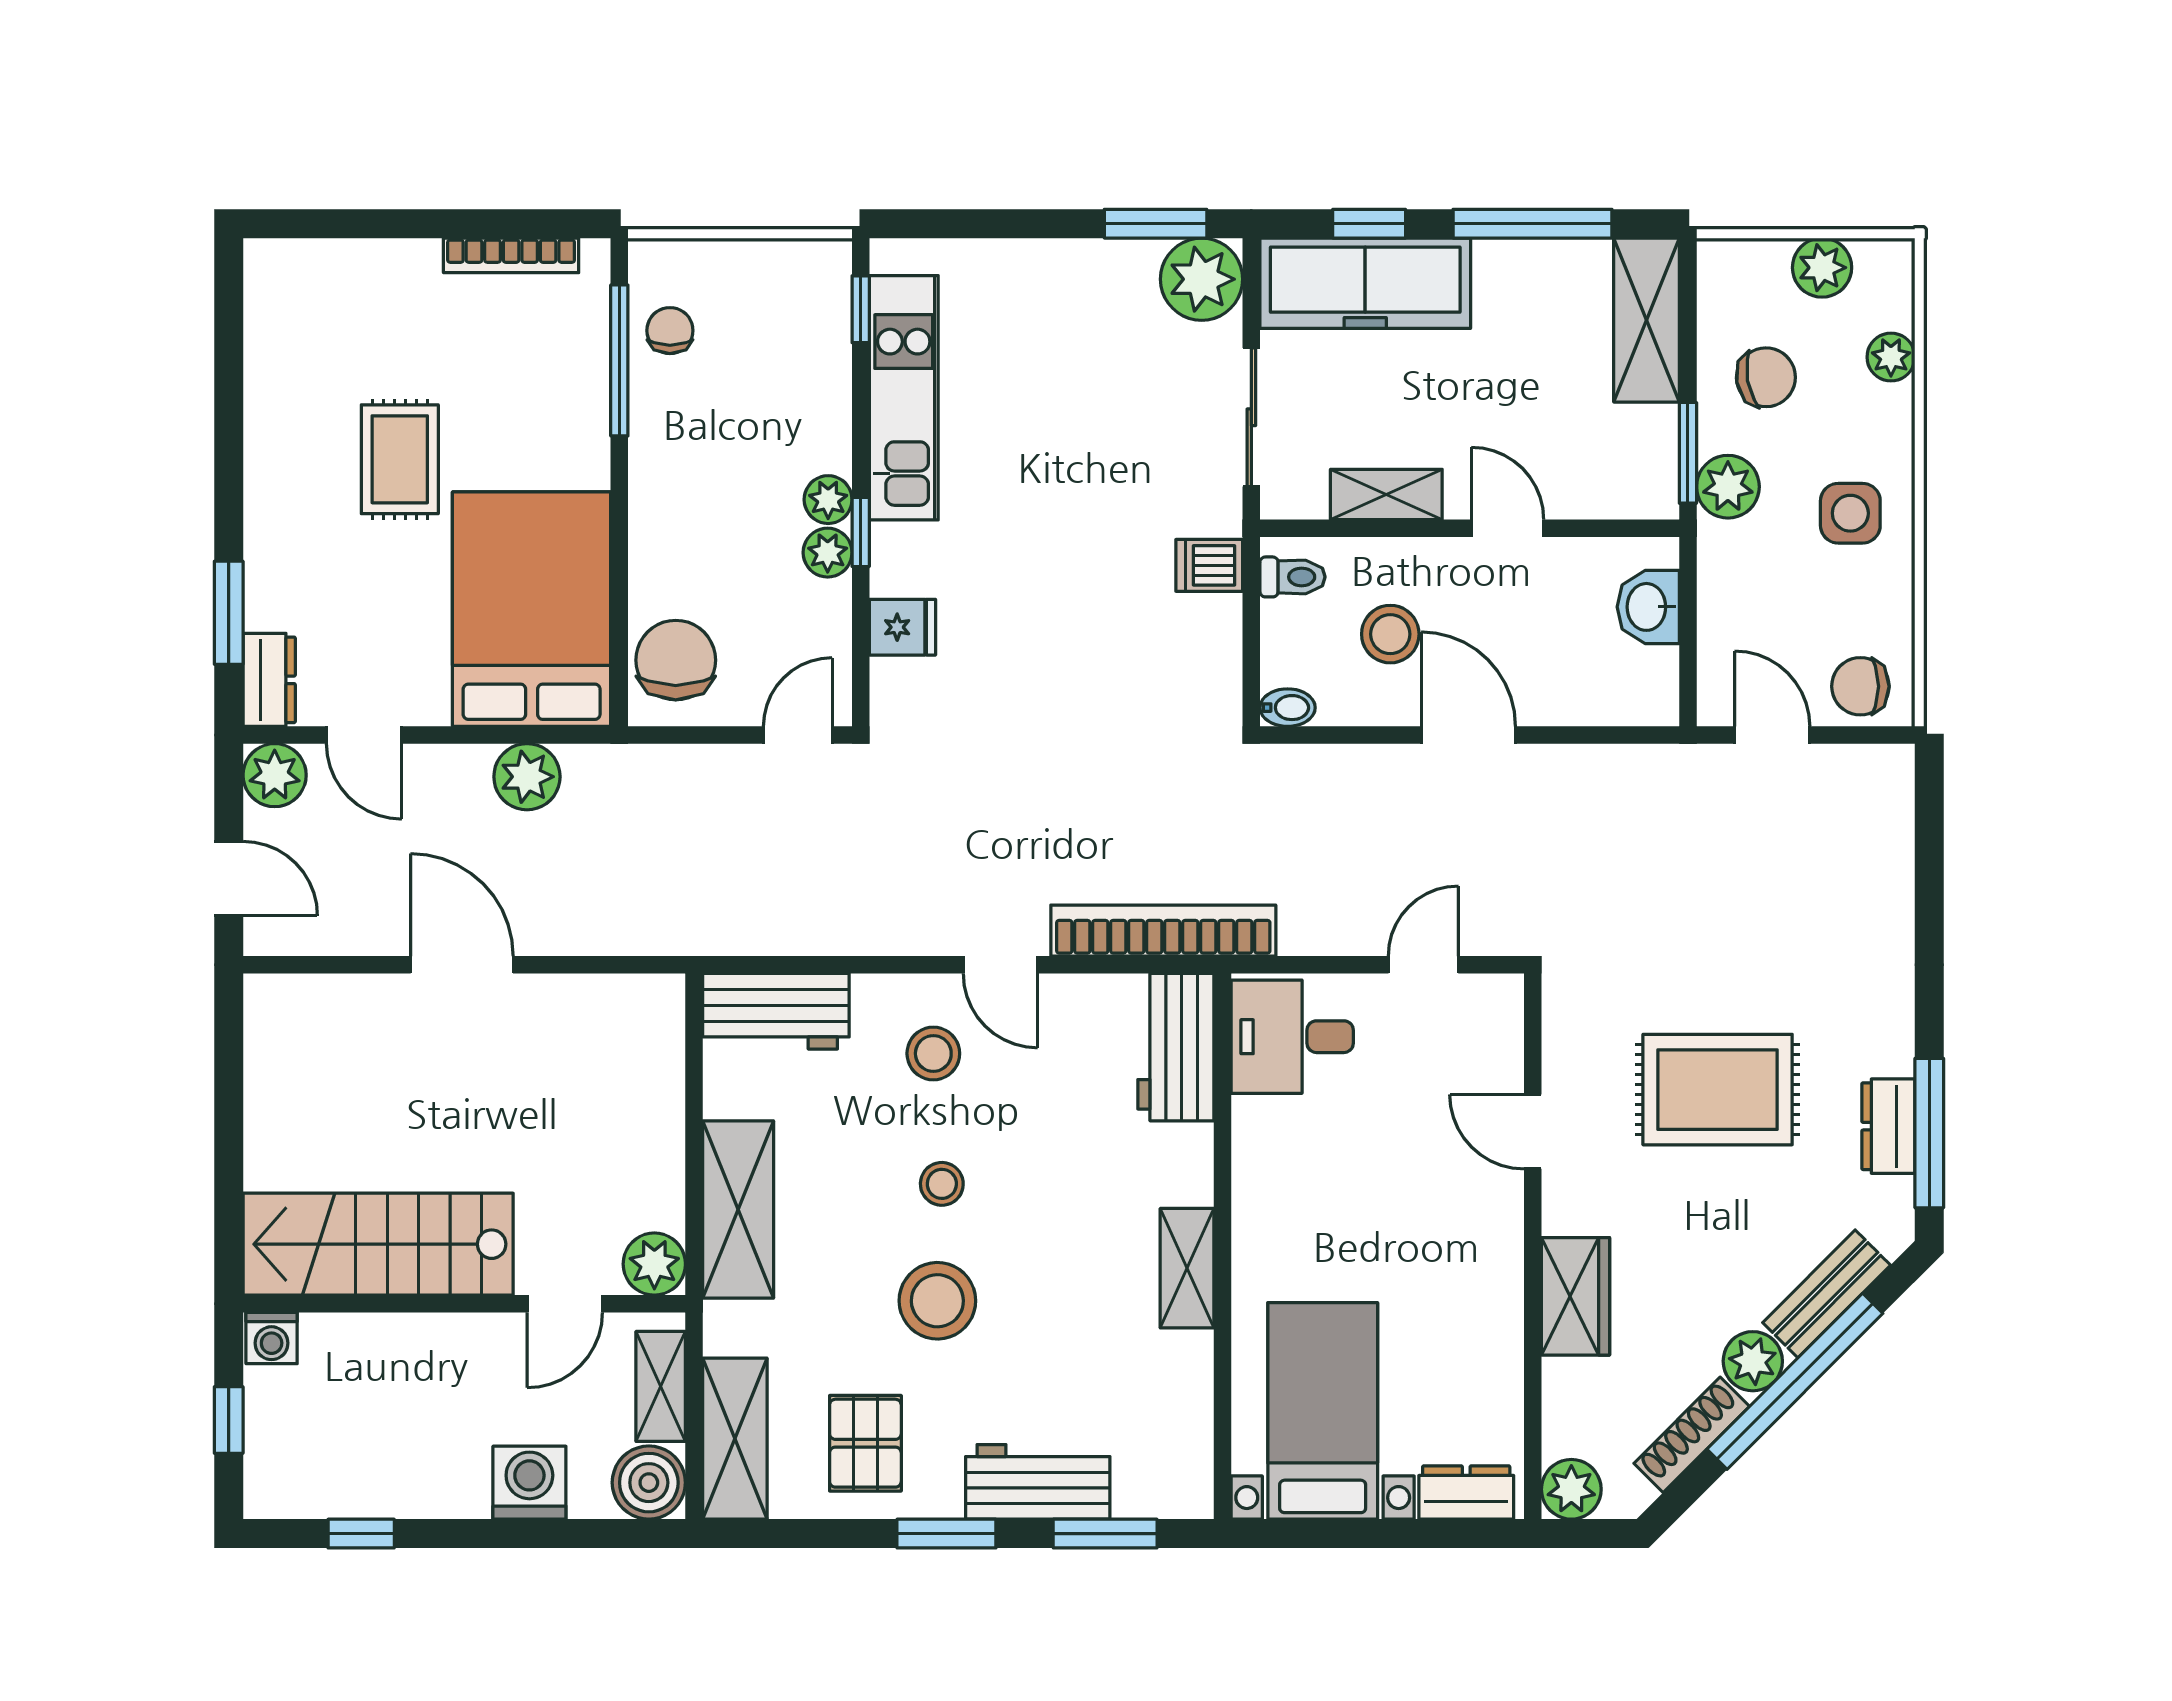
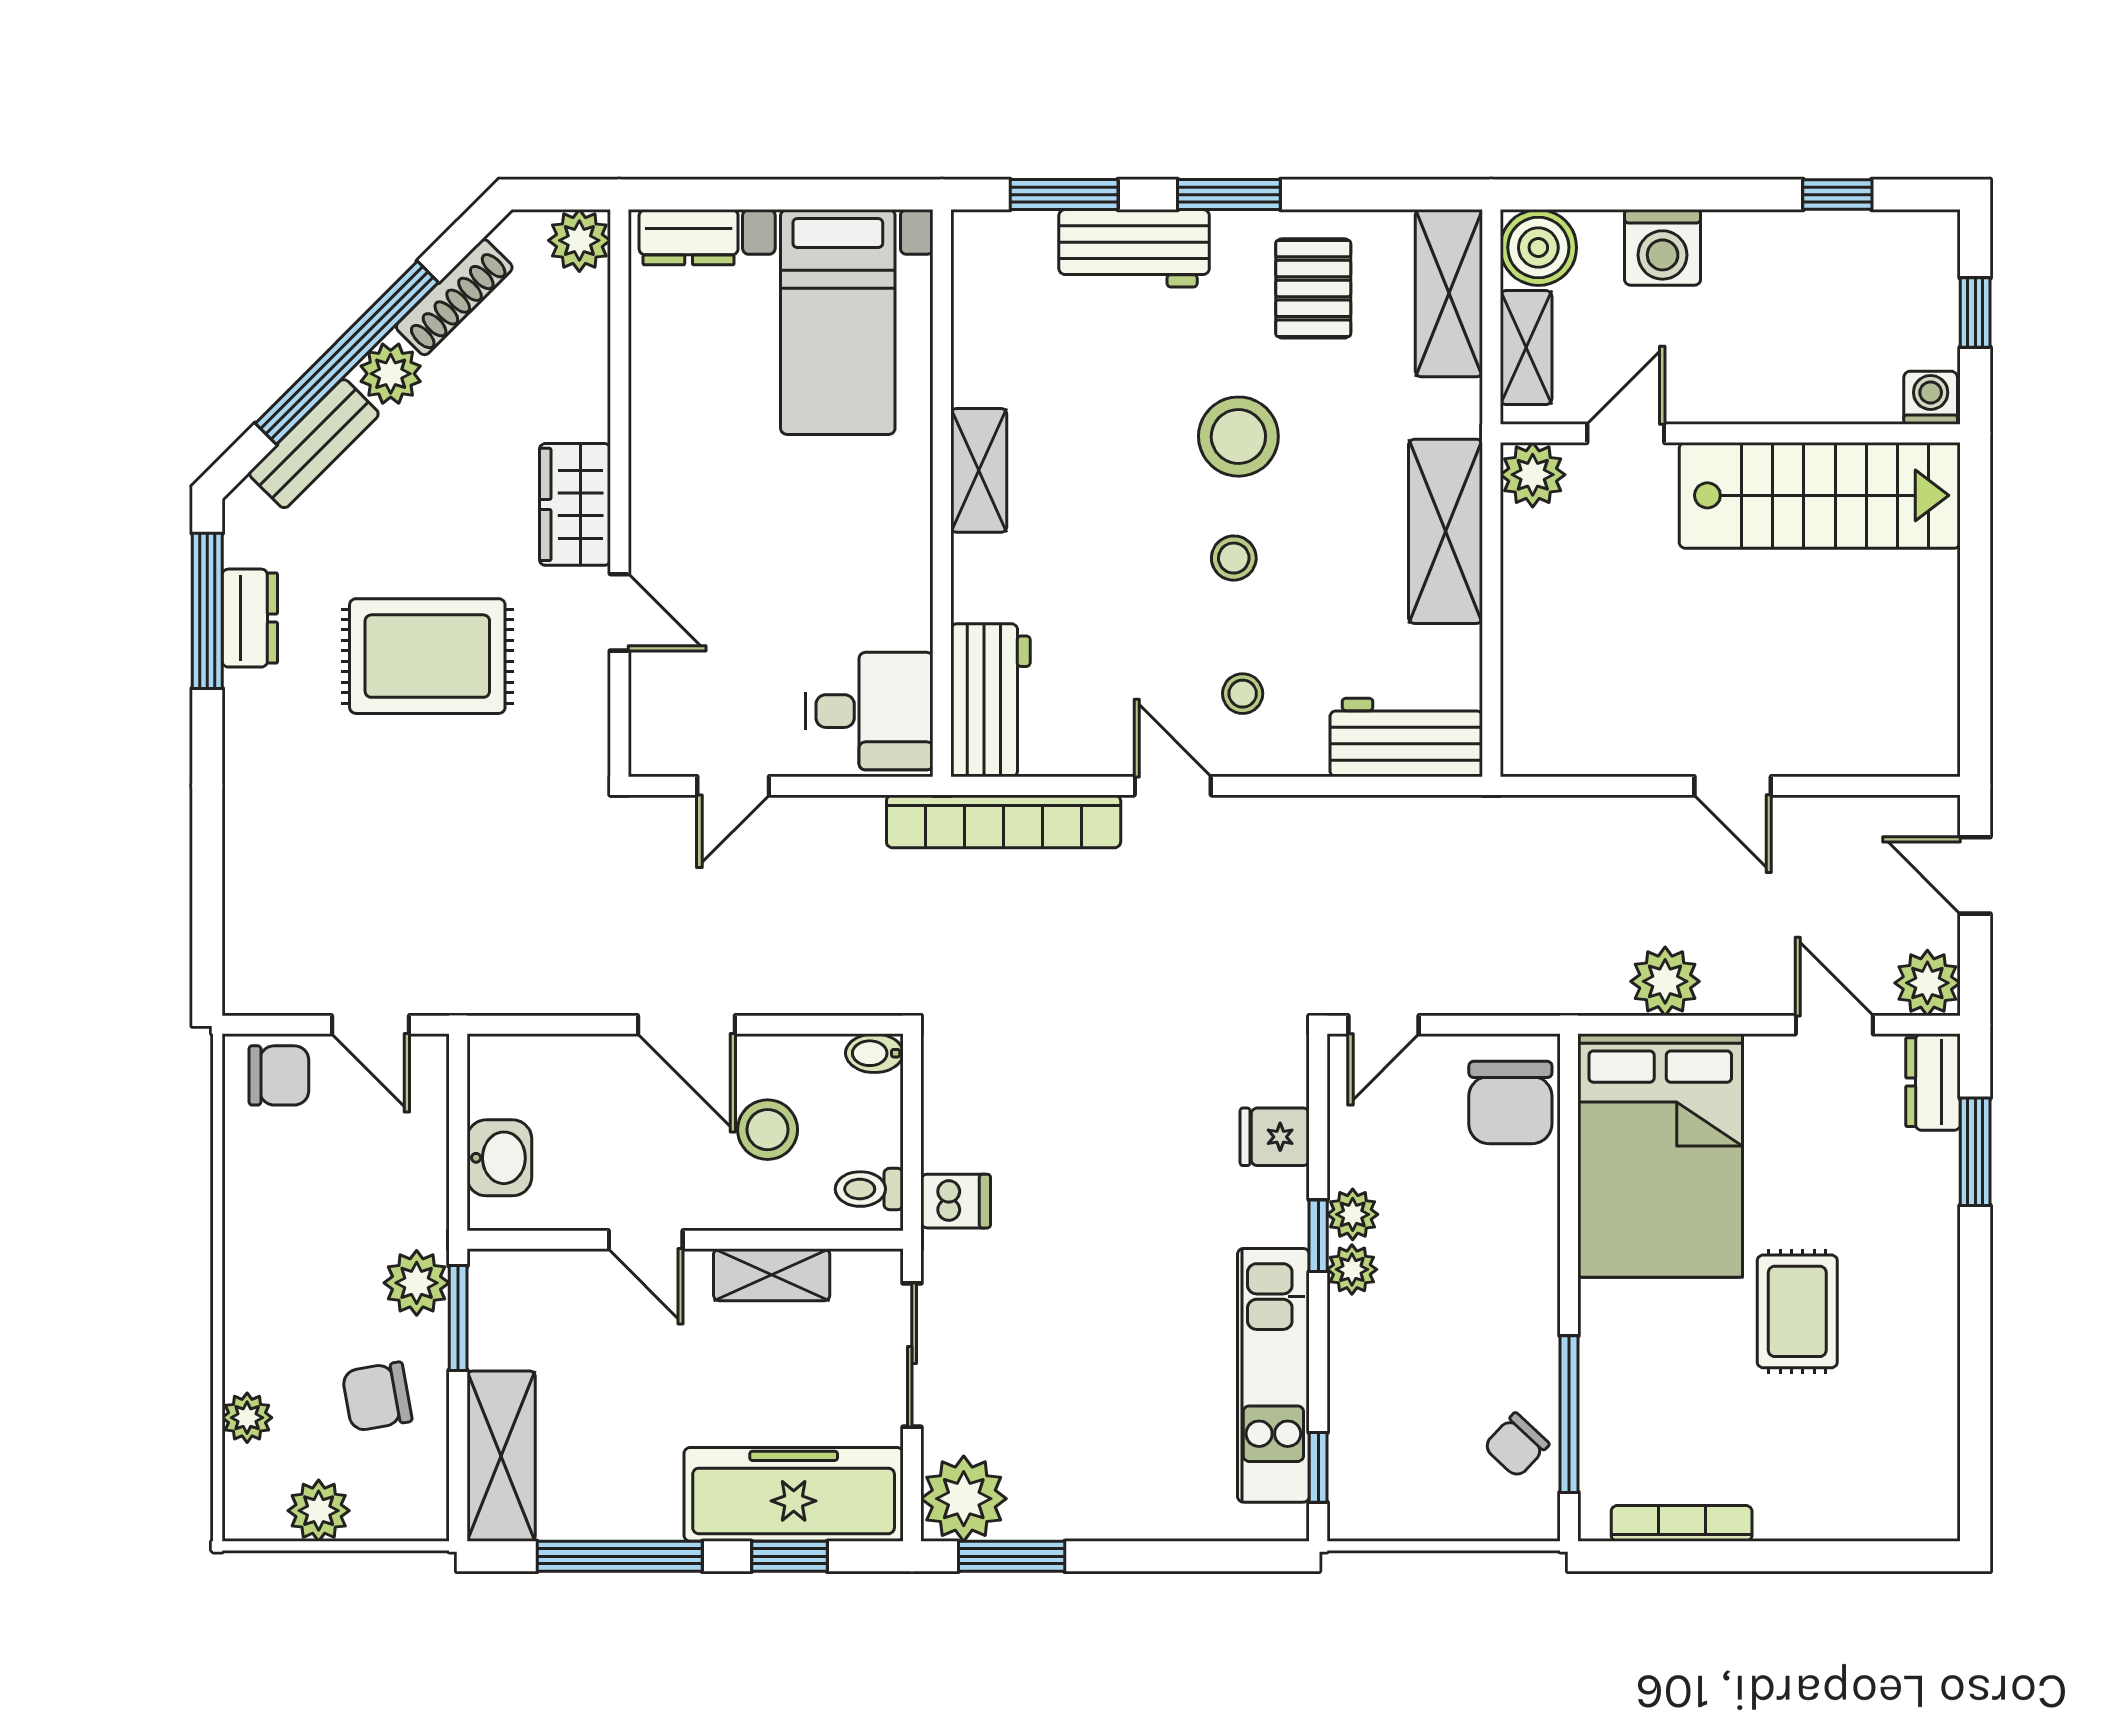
chair: (670, 331) -> (1516, 1445), turned 43
side table: (1850, 513) -> (289, 1255), removed
door: (462, 965) -> (1733, 786), width x0.73
stool: (933, 1053) -> (1243, 694), width x0.73, depth x0.73
wardrobe: (1576, 1296) -> (575, 504), moved

